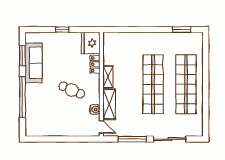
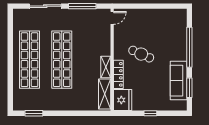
locker: (95, 64) -> (118, 74), width x1.53
shelving: (109, 104) -> (105, 94), moved
water cooler: (95, 109) -> (119, 35), removed
door: (101, 127) -> (112, 18), swing flipped

